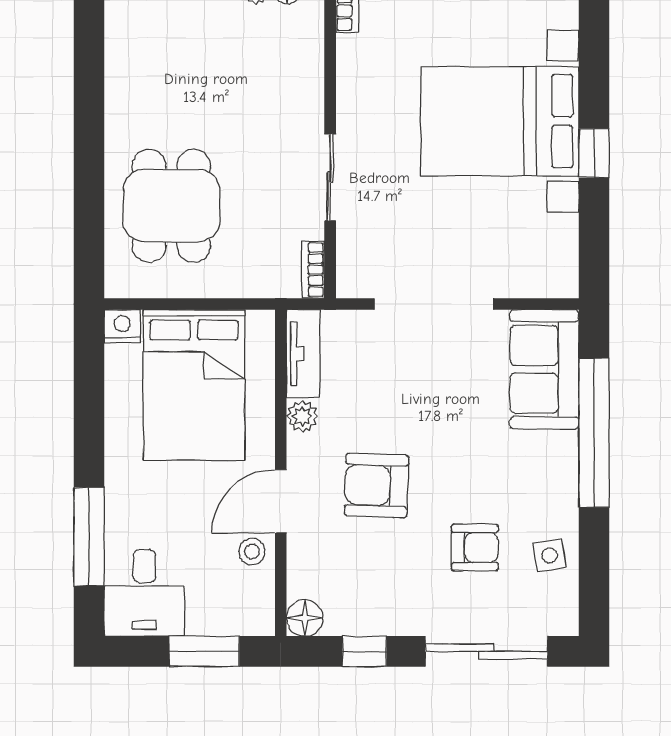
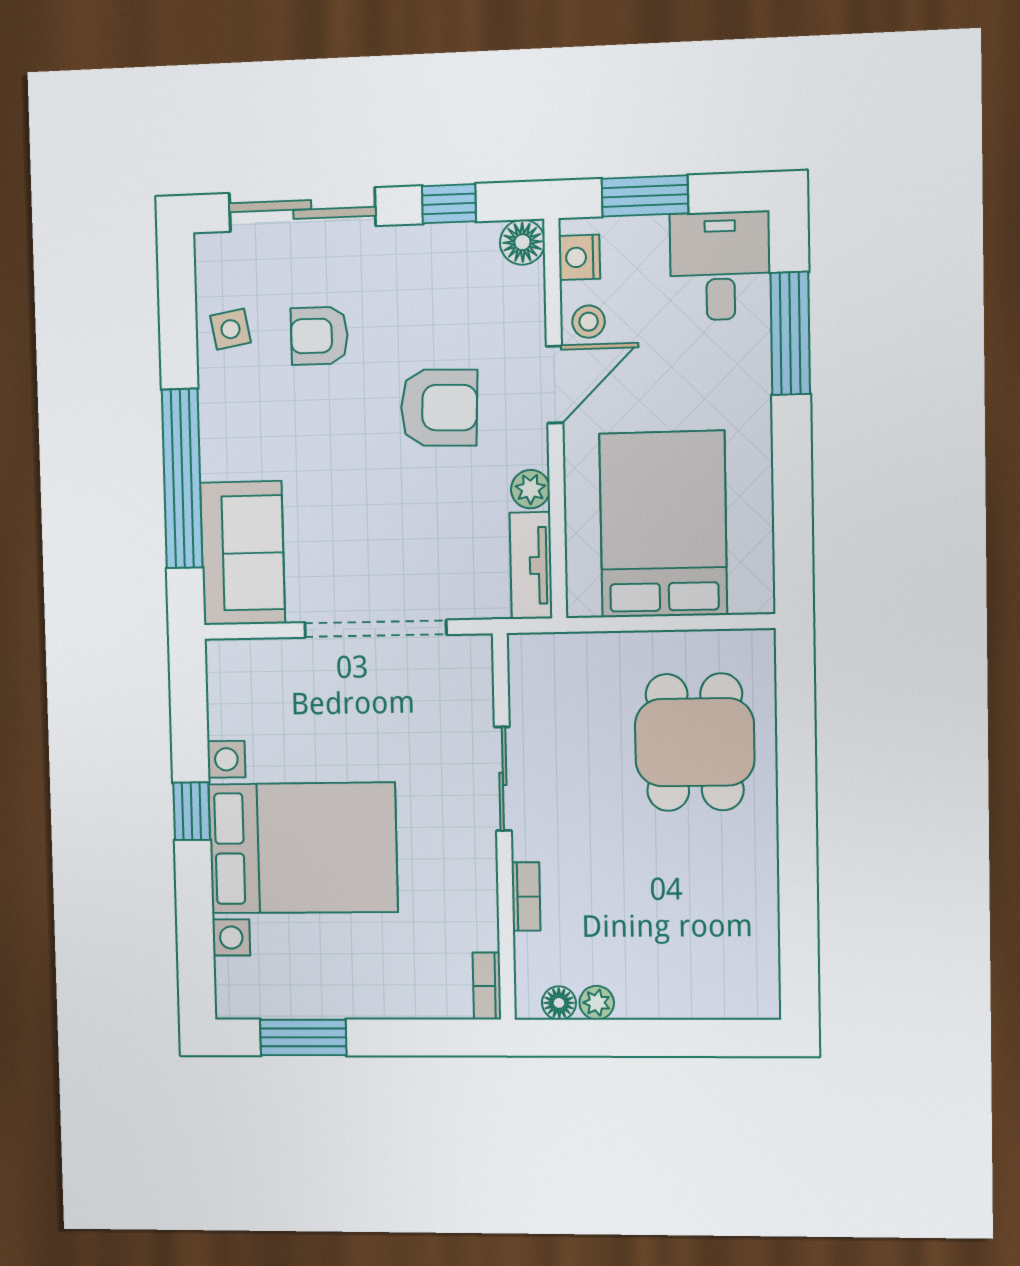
bookcase: (313, 270) -> (526, 896), moved
nightstand: (122, 326) -> (579, 257), moved, turned 90

